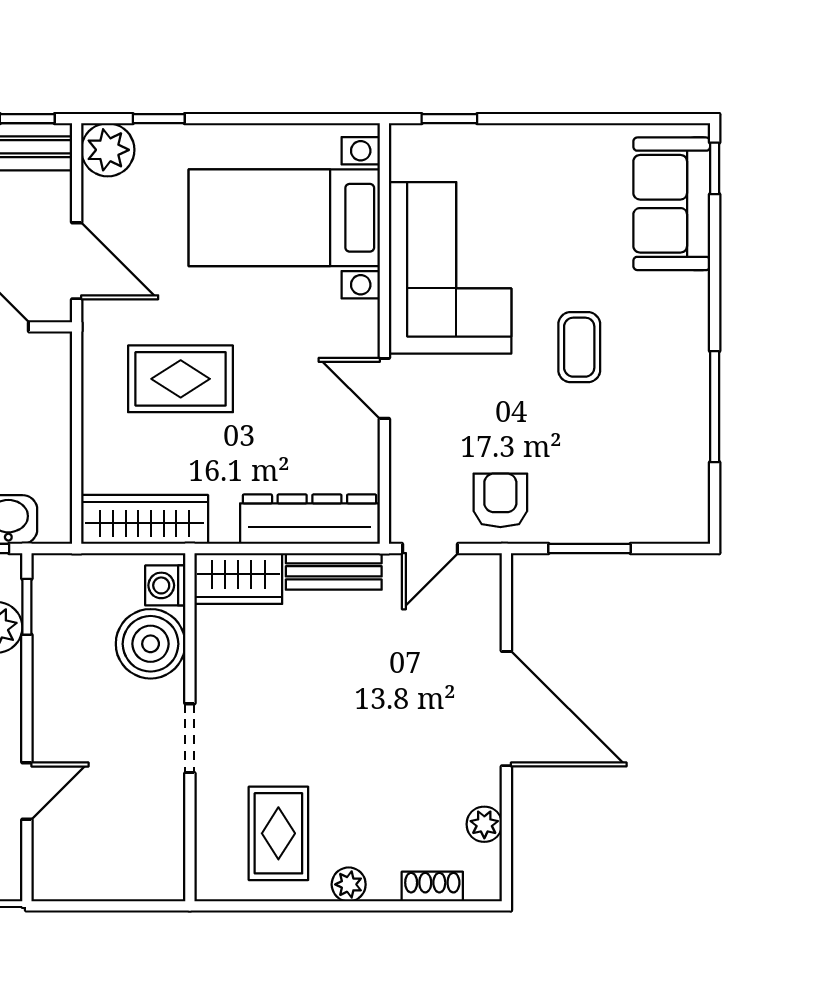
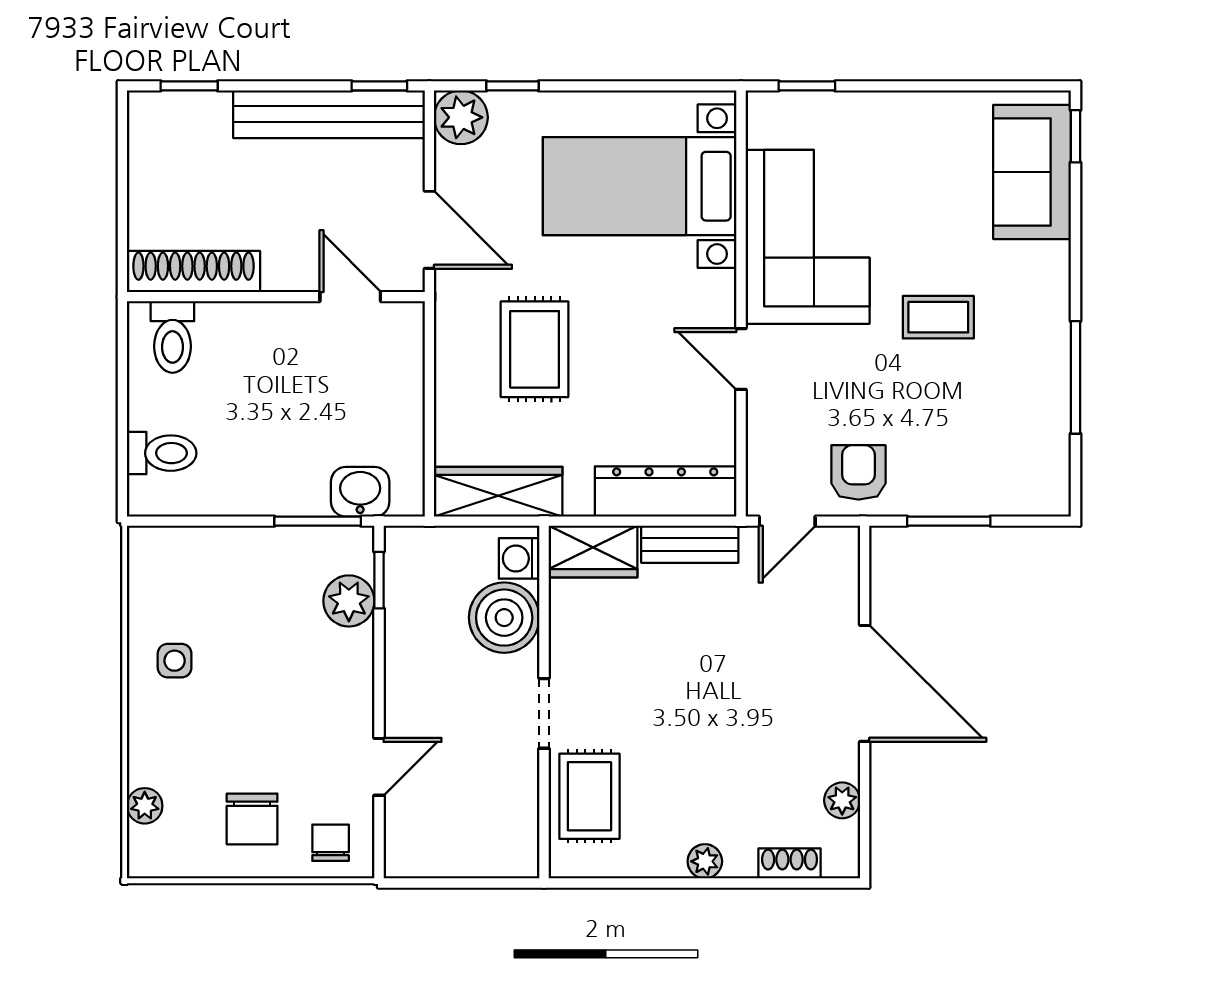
coffee table: (579, 347) -> (938, 317), turned 90
rug: (181, 379) -> (535, 349), turned 90
rug: (278, 833) -> (589, 796), moved

